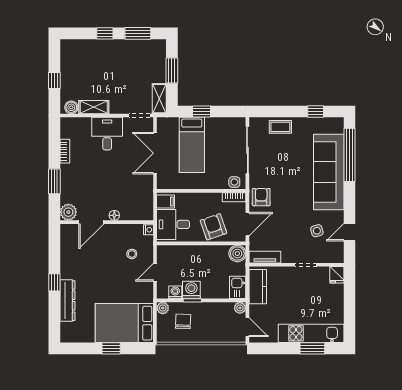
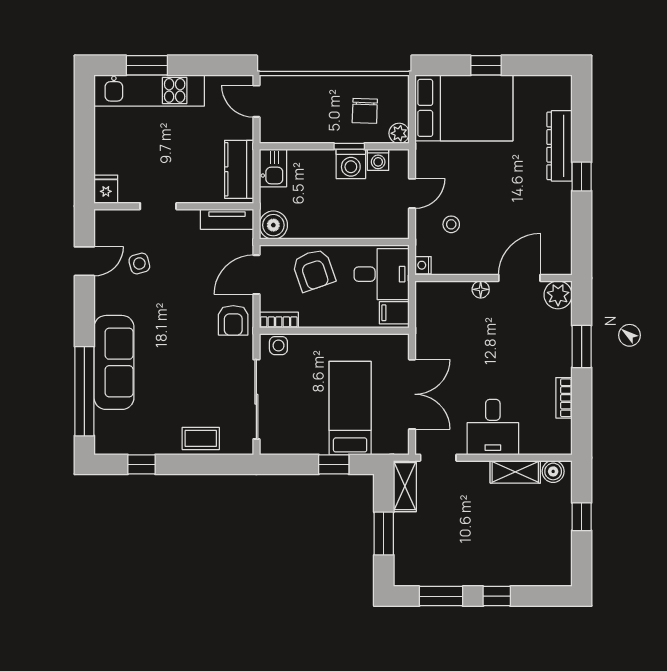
sofa: (329, 172) -> (114, 362), width x0.74, depth x0.79
plant: (240, 308) -> (269, 134), removed

